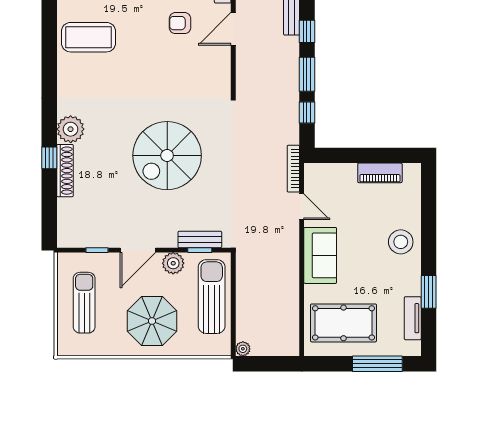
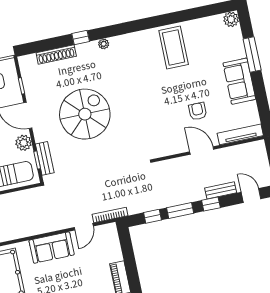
plant: (71, 129) -> (104, 44), width x0.53, depth x0.53
spiral stairs: (167, 156) -> (85, 114), moved, turned 90
shoe rack: (65, 171) -> (56, 55), moved

